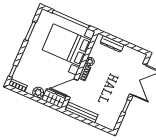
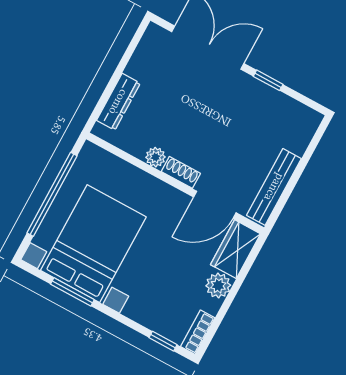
bed with nightstands: (67, 45) -> (93, 244), moved, turned 180
door: (72, 88) -> (215, 205), hinge flipped

